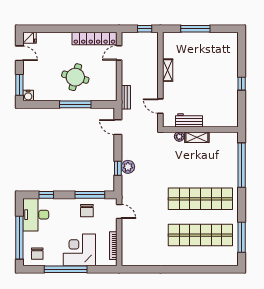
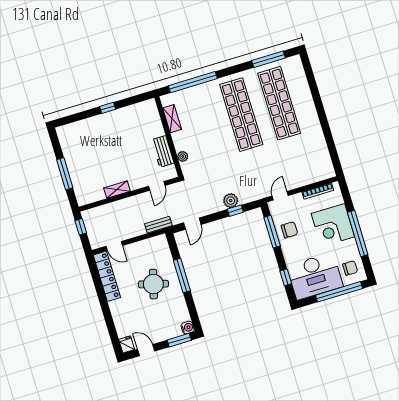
door: (19, 53) -> (146, 350), hinge flipped
shelving: (197, 137) -> (172, 119), moved
desk: (36, 215) -> (315, 276), width x1.36, depth x1.30

